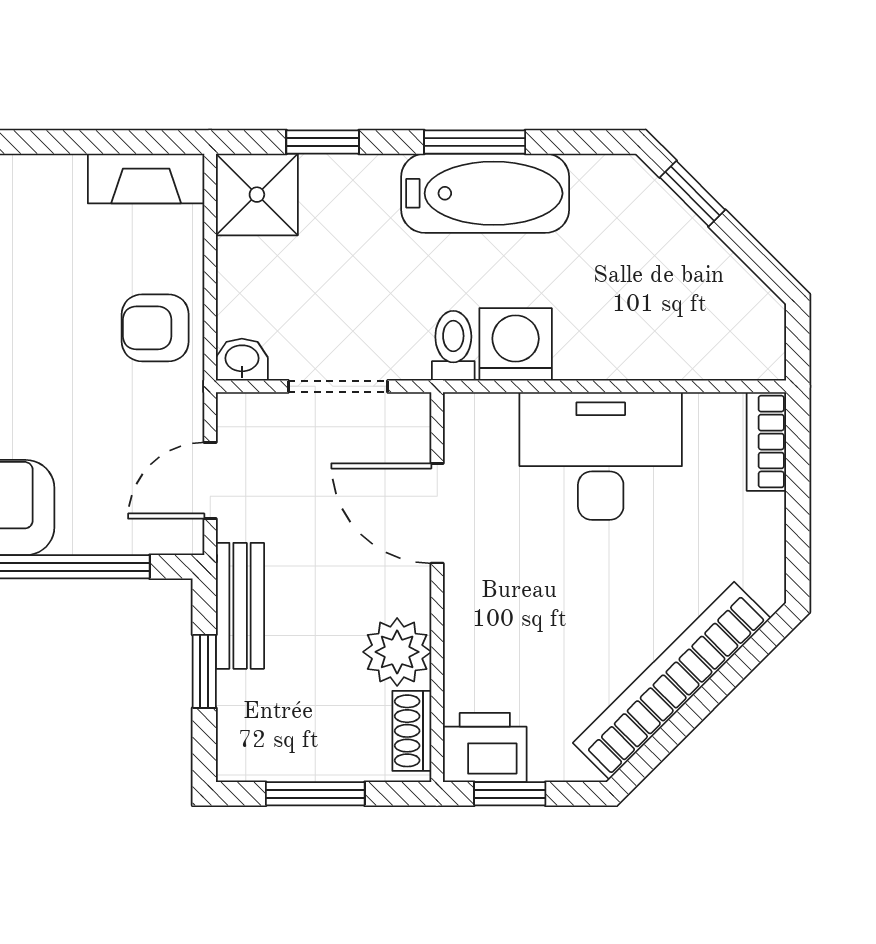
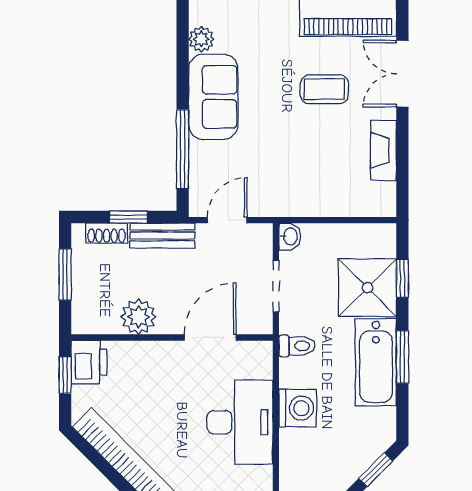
fireplace: (146, 179) -> (384, 150), moved
shower: (257, 195) -> (368, 288), moved, width x1.36, depth x1.36
armchair: (155, 328) -> (306, 192), removed
washing machine: (516, 344) -> (298, 408), moved
door: (210, 481) -> (227, 220), hinge flipped
shoe rack: (412, 731) -> (107, 233), moved, turned 180

